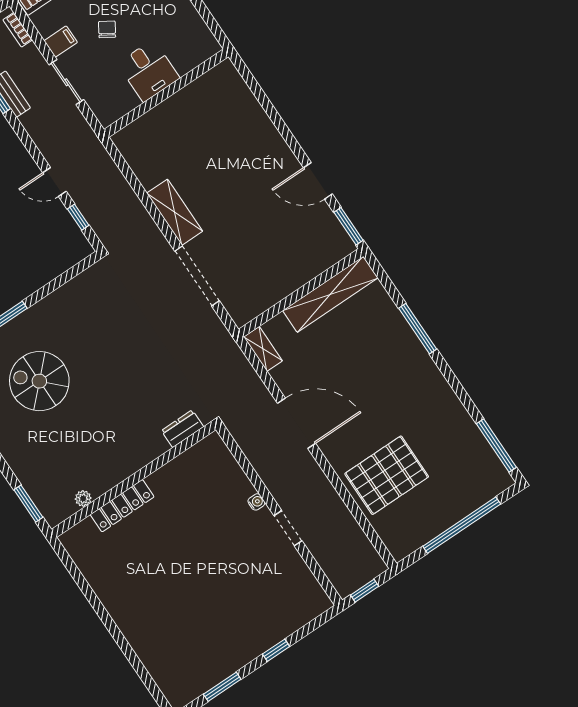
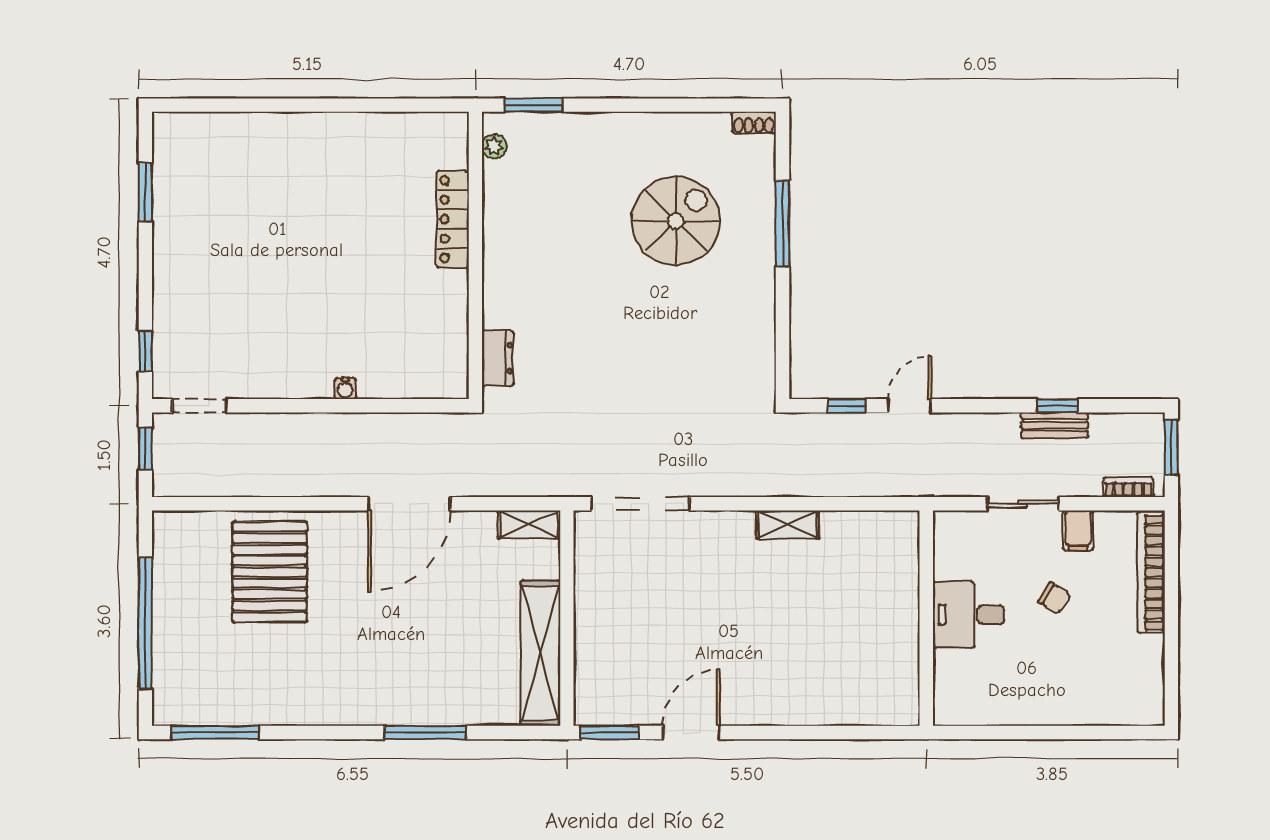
shelving: (175, 212) -> (788, 524), width x0.67, depth x0.75
doorway: (197, 276) -> (640, 504), moved
plant: (83, 498) -> (494, 146), moved
doorway: (288, 528) -> (200, 406), moved
window: (276, 650) -> (145, 351), moved

